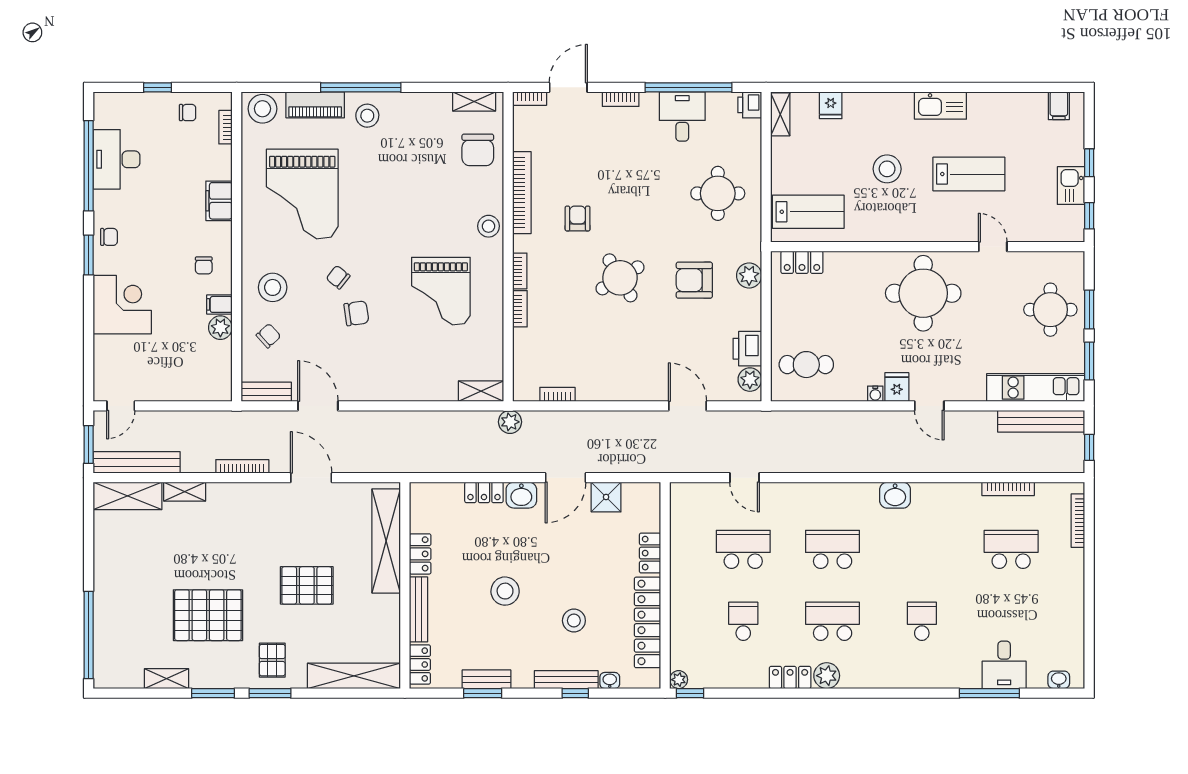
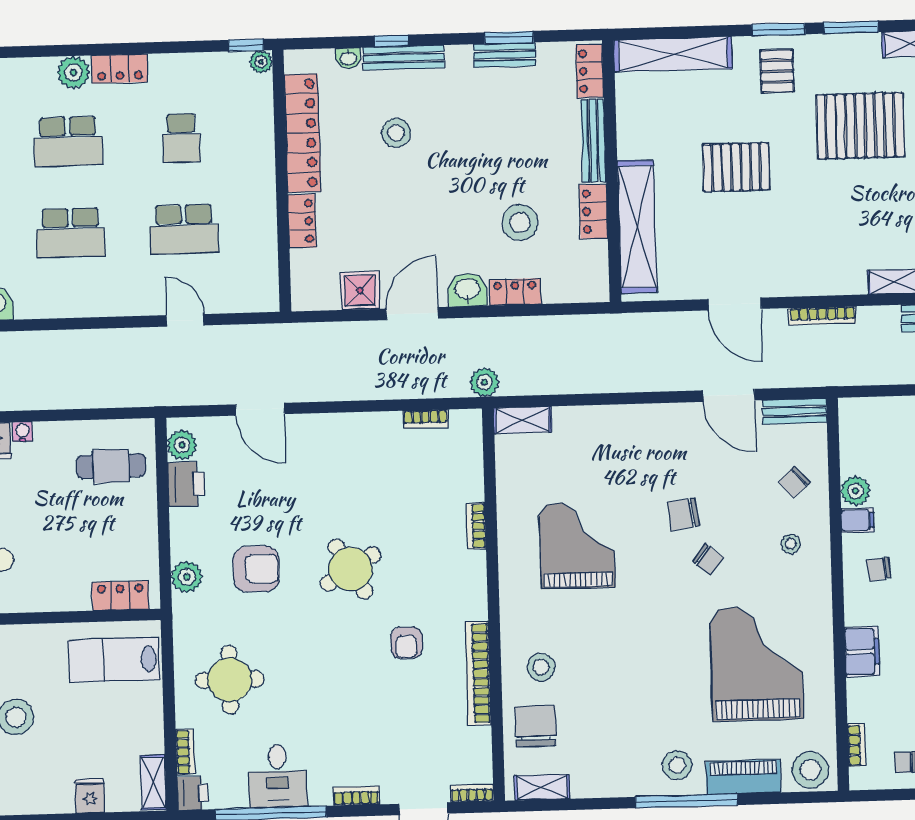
stool: (489, 226) -> (541, 667), moved
chair: (204, 265) -> (879, 569), turned -97
bookcase: (520, 271) -> (185, 752), moved, turned 180
stool: (273, 287) -> (791, 544), width x0.53, depth x0.53
stool: (505, 591) -> (520, 222), moved

